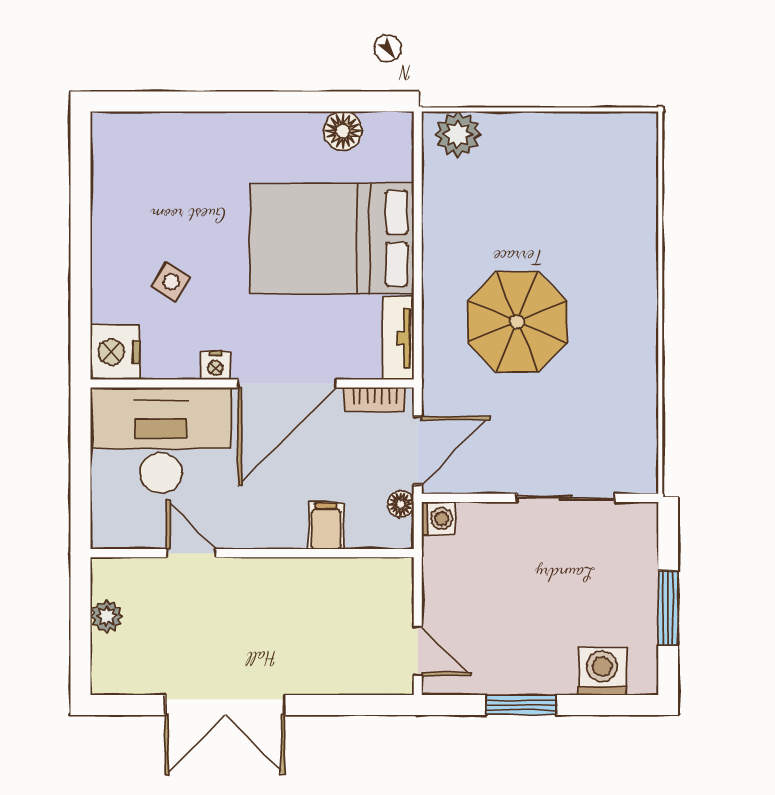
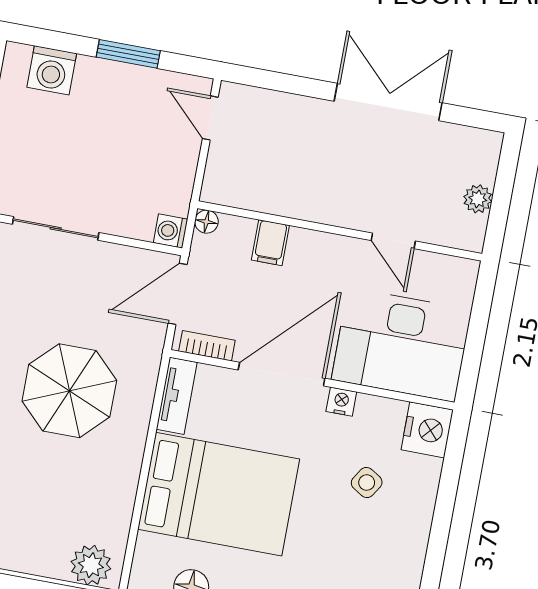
floor lamp: (401, 504) -> (206, 222), moved

